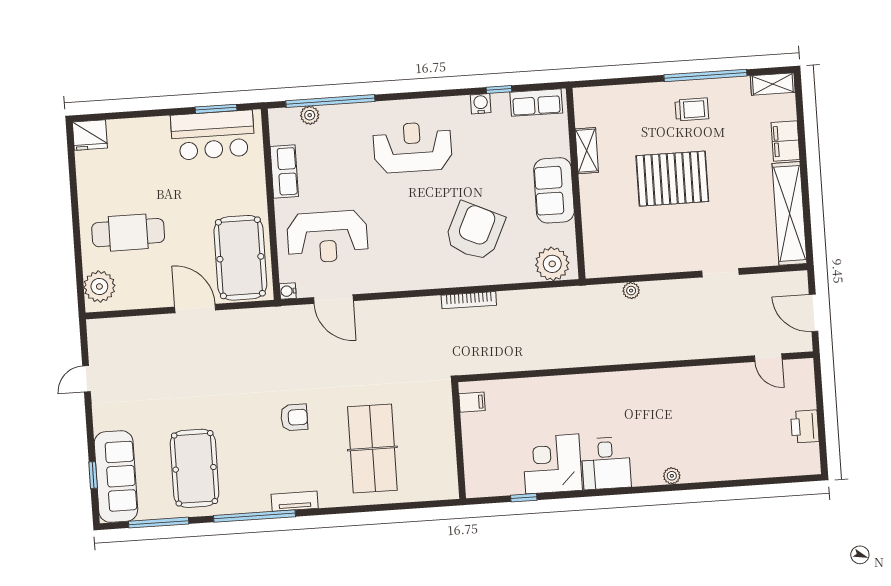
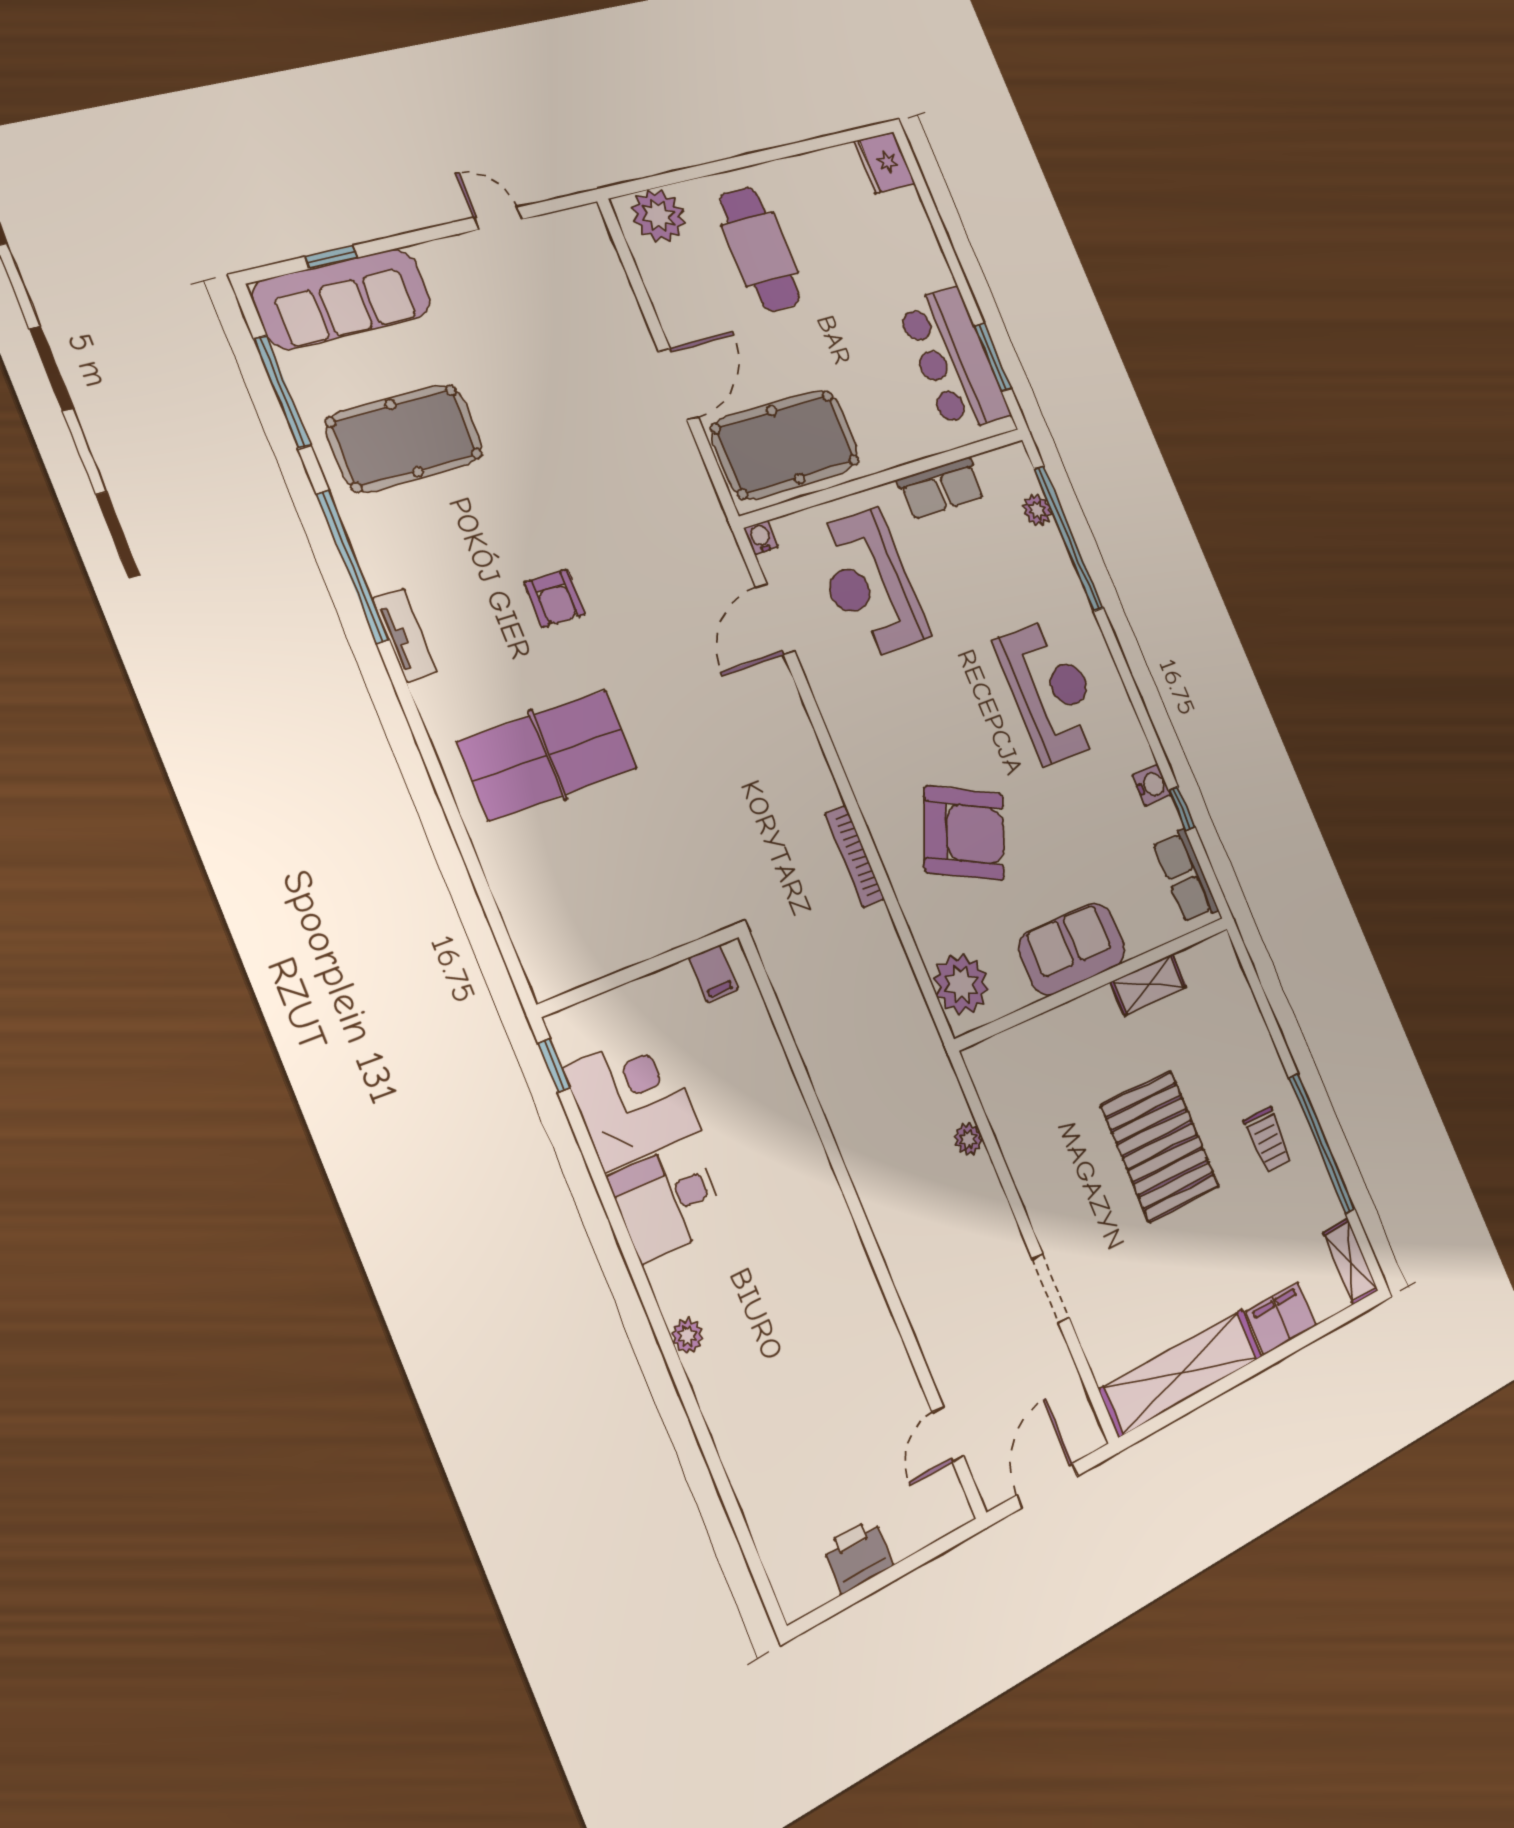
filing cabinet: (472, 402) -> (713, 973), moved
wall: (459, 440) -> (640, 970), moved

